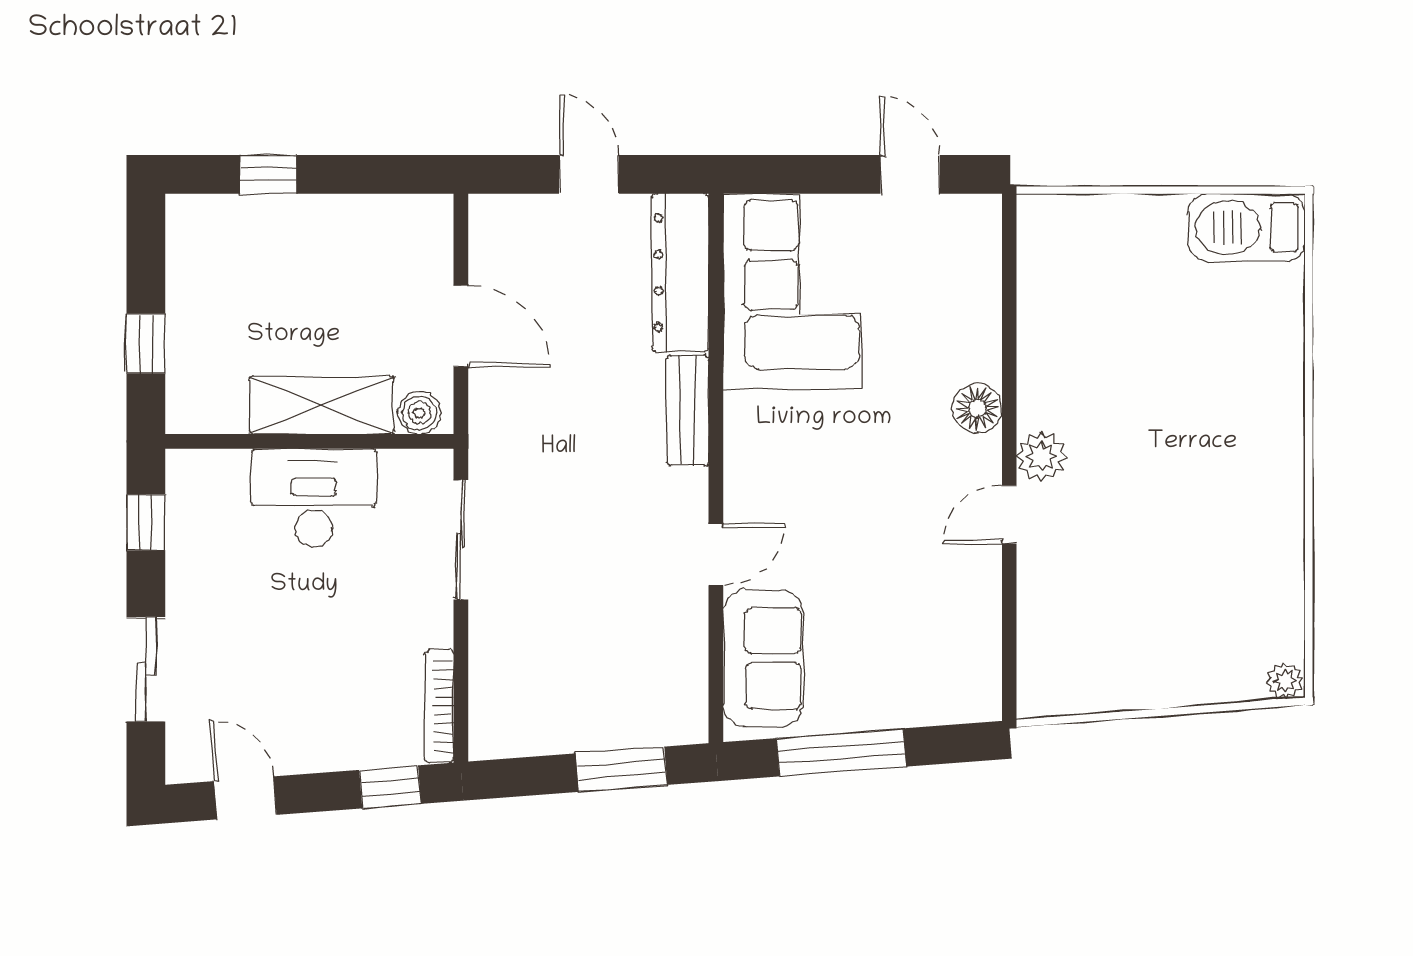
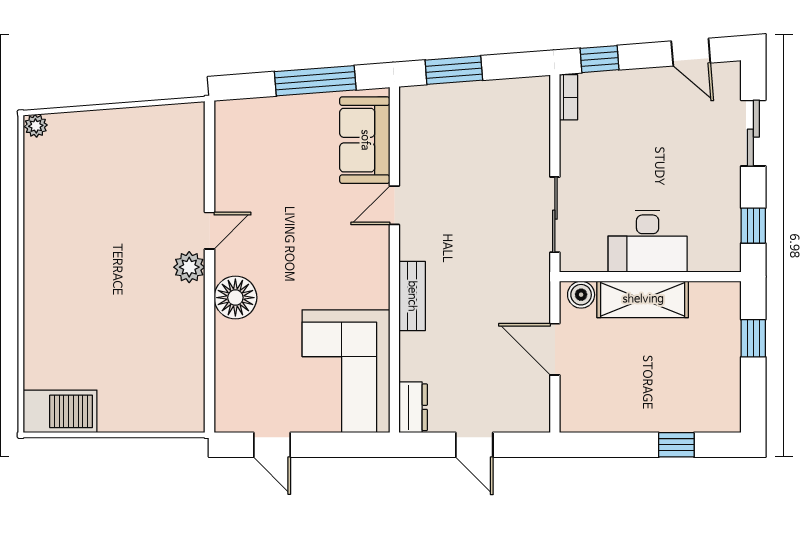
dresser: (680, 273) -> (413, 407), width x0.51, depth x0.80
floor lamp: (977, 408) -> (235, 298), width x1.38, depth x1.38
bookcase: (439, 706) -> (569, 97), width x0.64

